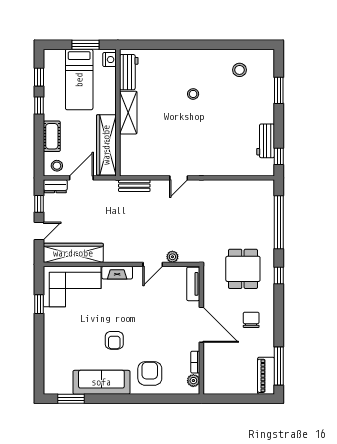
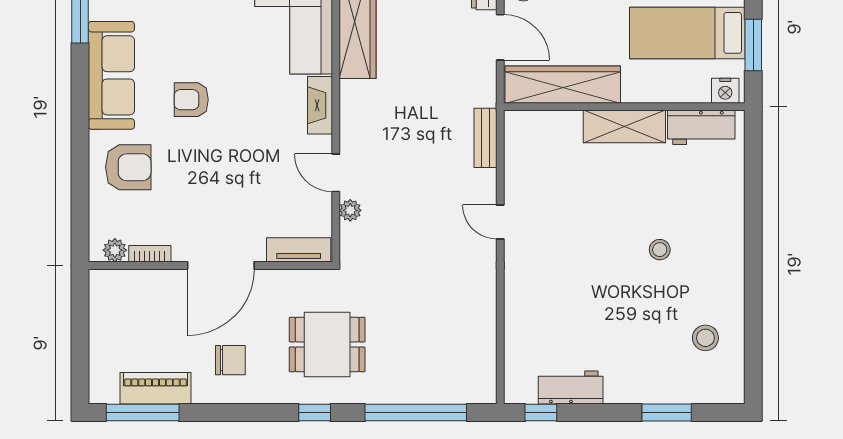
piano: (266, 376) -> (156, 388), moved

